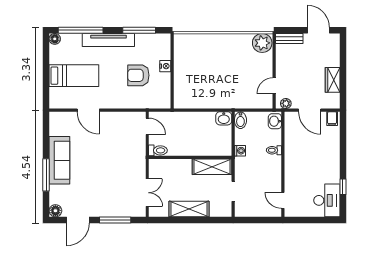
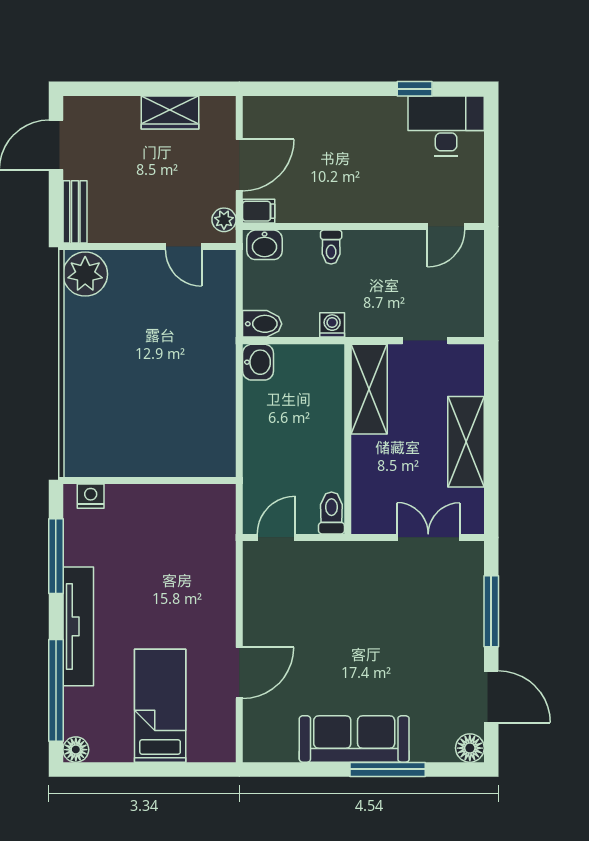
nightstand: (165, 66) -> (91, 496), moved
armchair: (138, 75) -> (159, 558), removed
filing cabinet: (332, 119) -> (259, 211), moved

